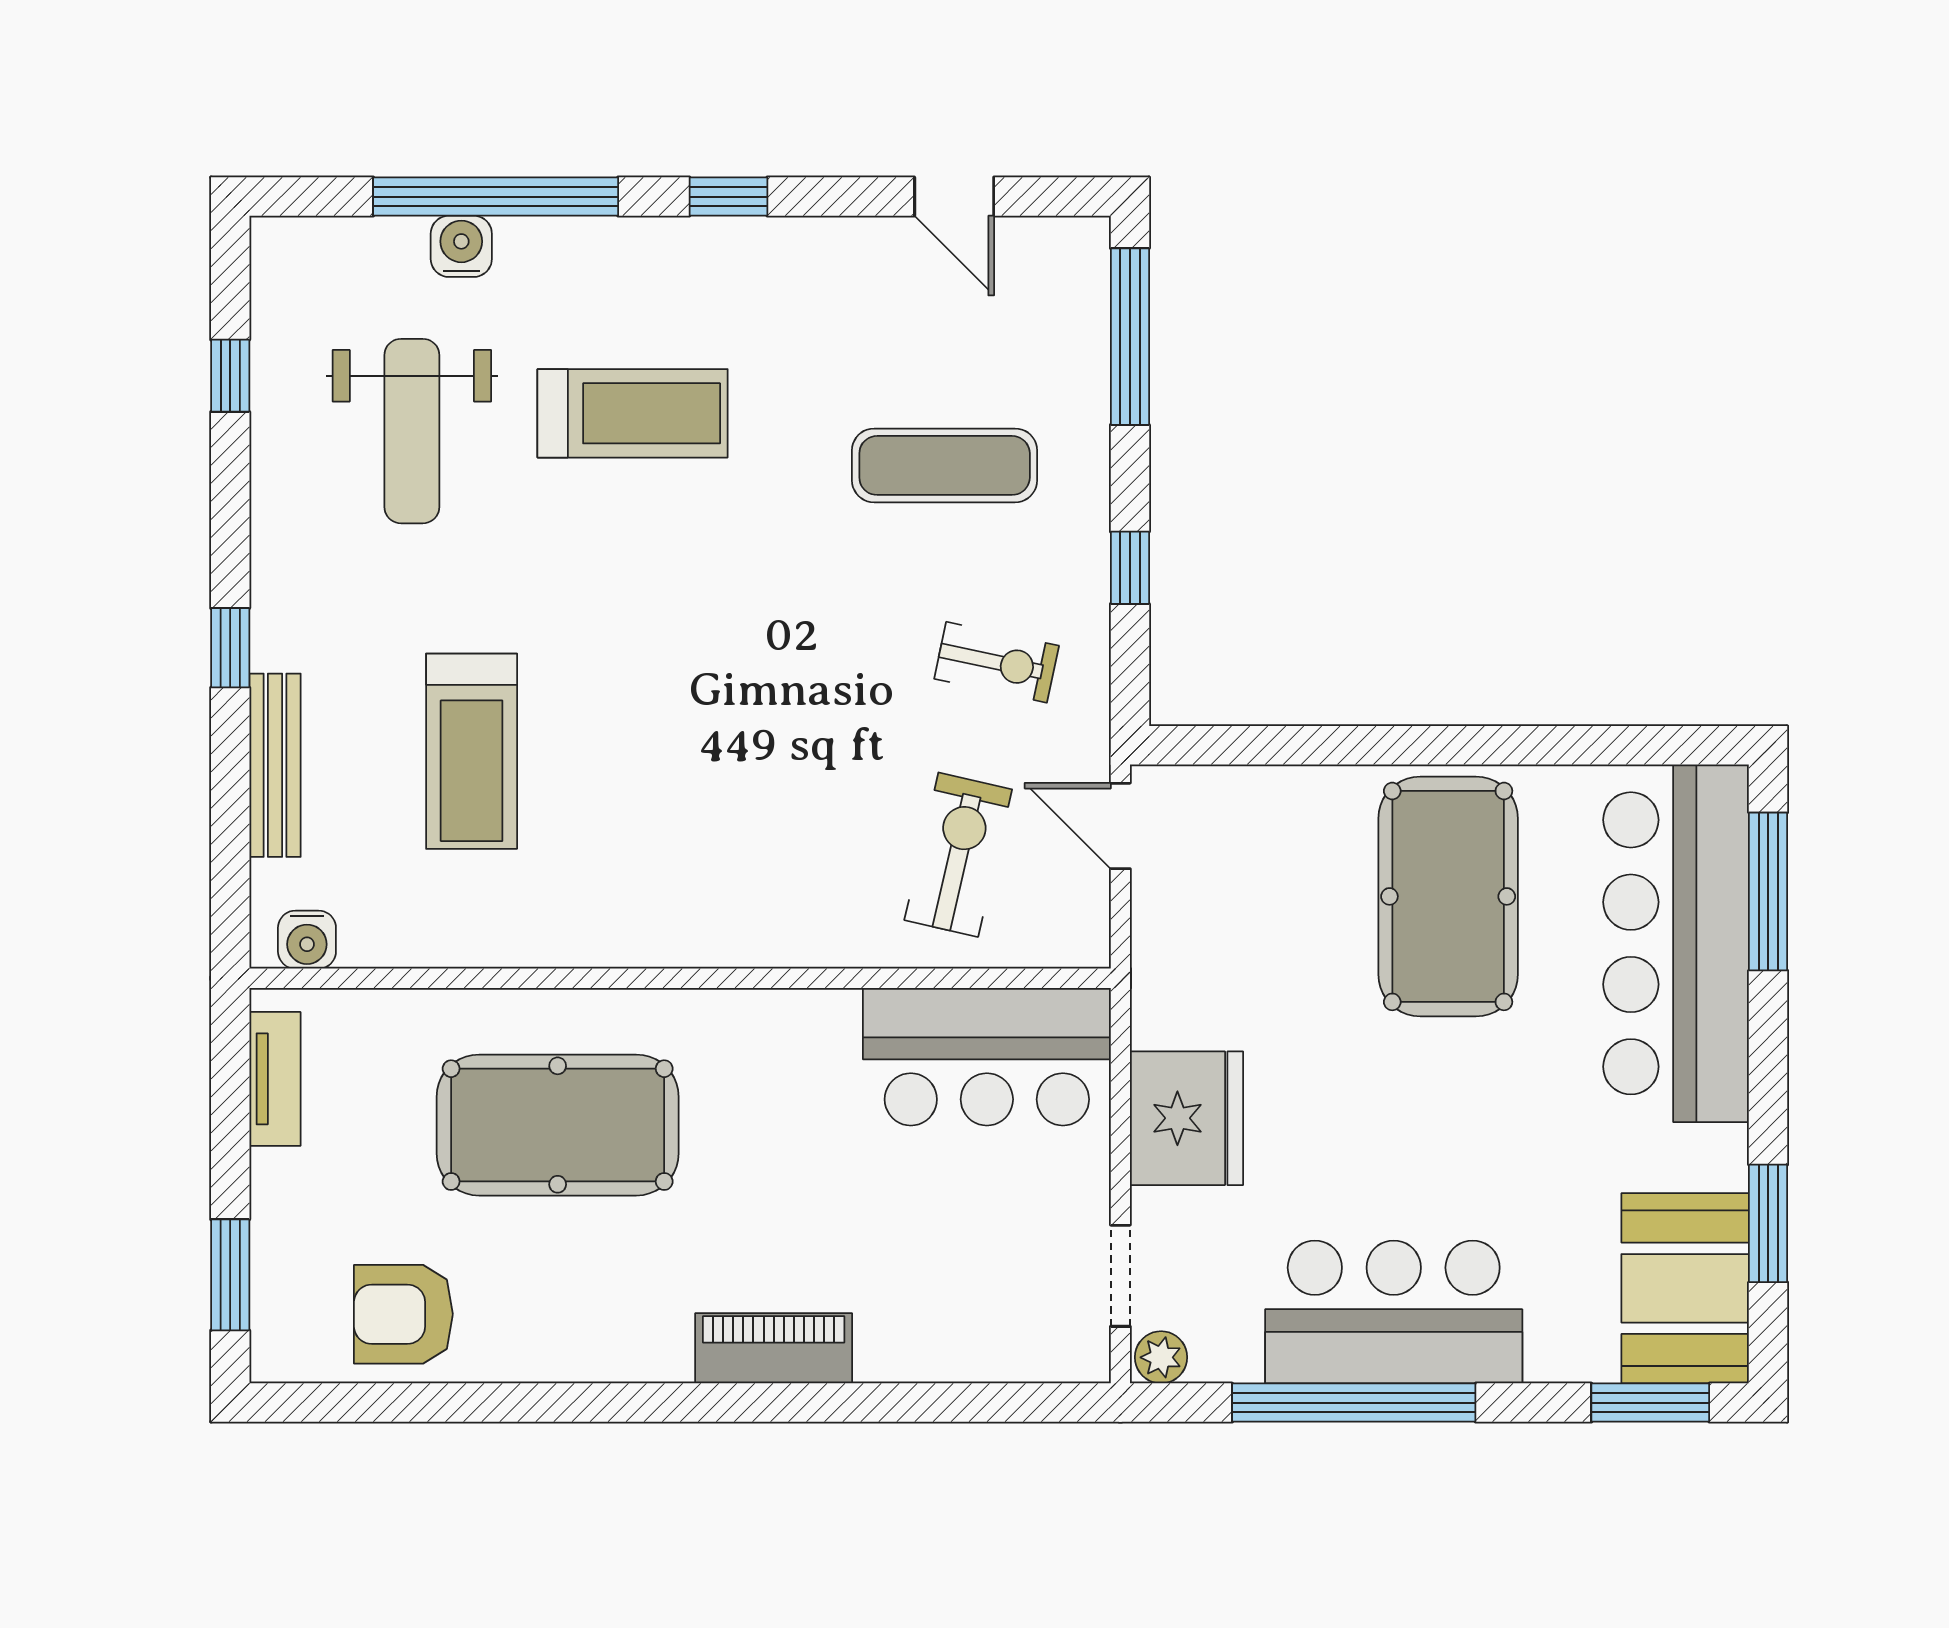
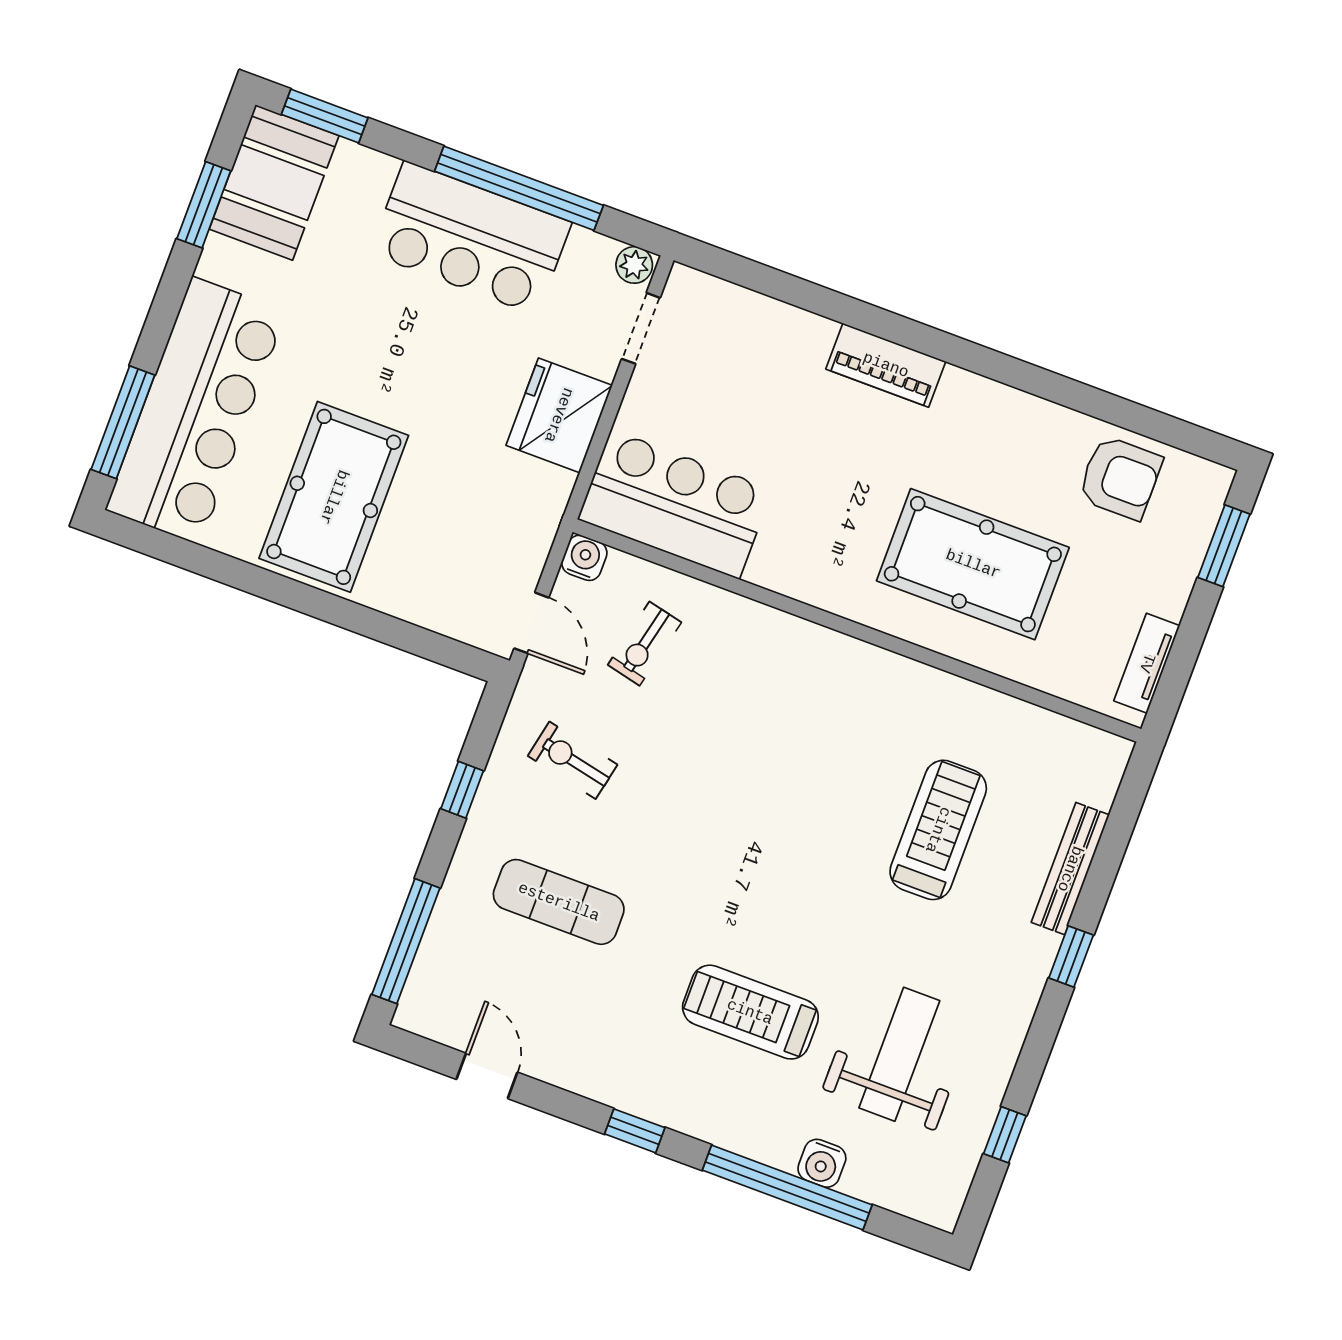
exercise bike: (958, 855) -> (645, 644), width x0.73, depth x0.72
water cooler: (307, 940) -> (584, 558), moved

